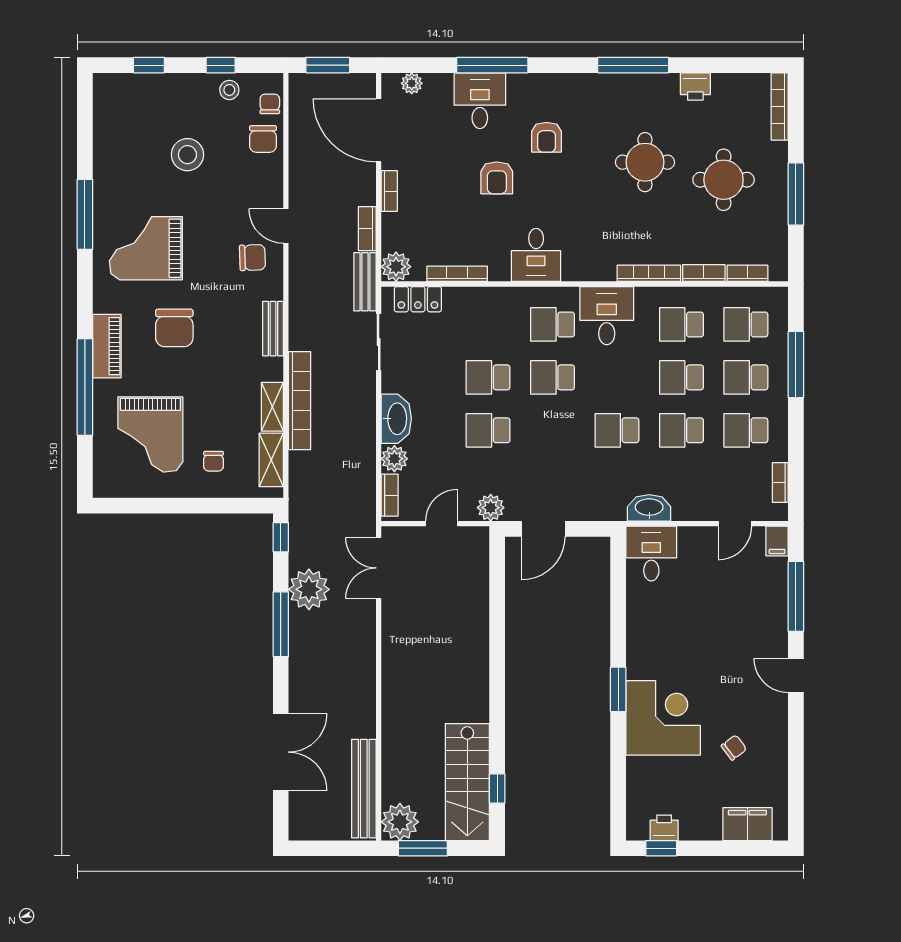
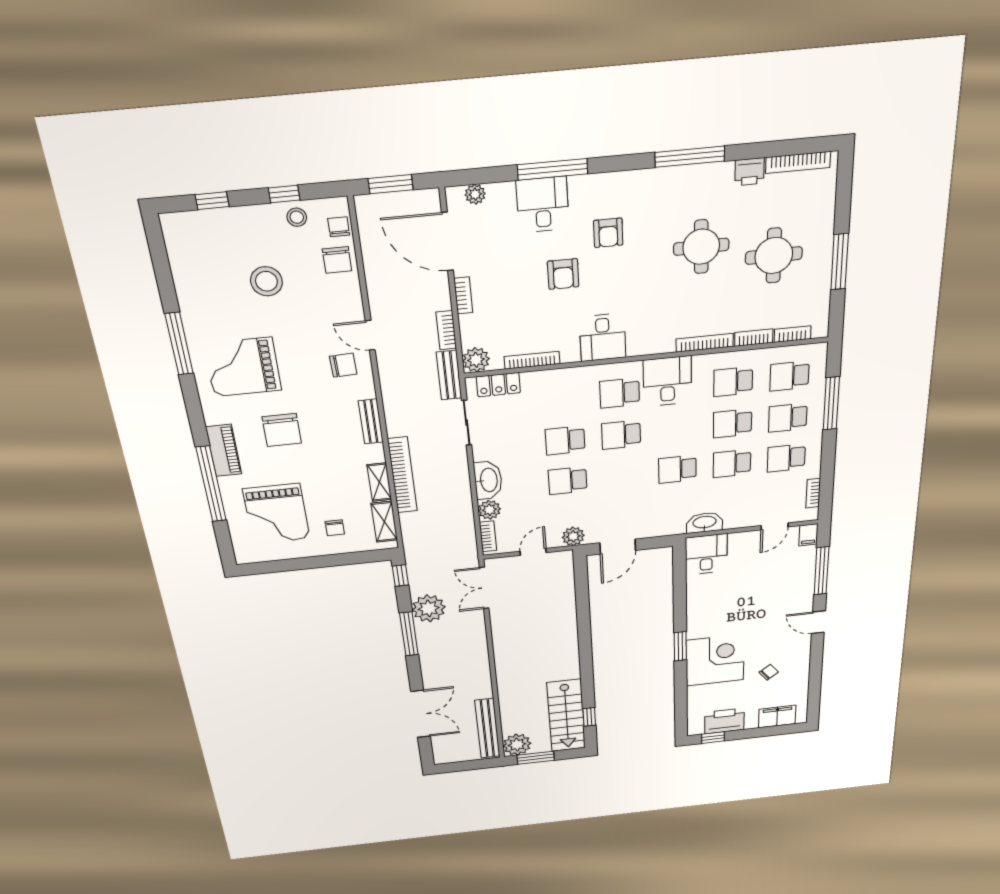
bookcase: (780, 106) -> (798, 162), moved, turned -90
printer: (664, 828) -> (724, 721), width x1.87, depth x1.48

